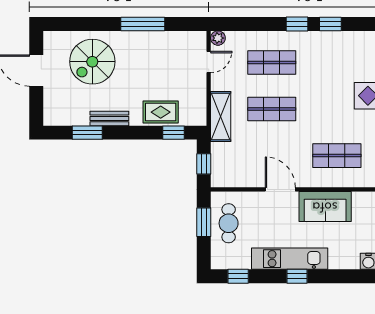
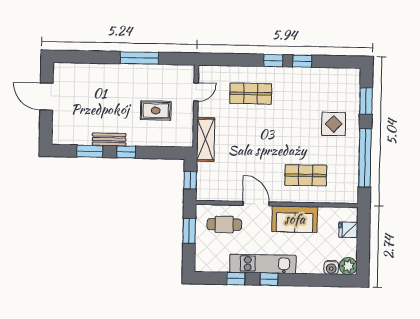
plant: (218, 38) -> (205, 71), removed
spiral stairs: (92, 62) -> (95, 90), removed
shop shelf: (272, 109) -> (250, 134), removed
rug: (161, 112) -> (156, 111), moved
window: (173, 133) -> (126, 152), moved
cafe table: (229, 223) -> (224, 224), moved, turned 90
window: (238, 276) -> (236, 279), moved

